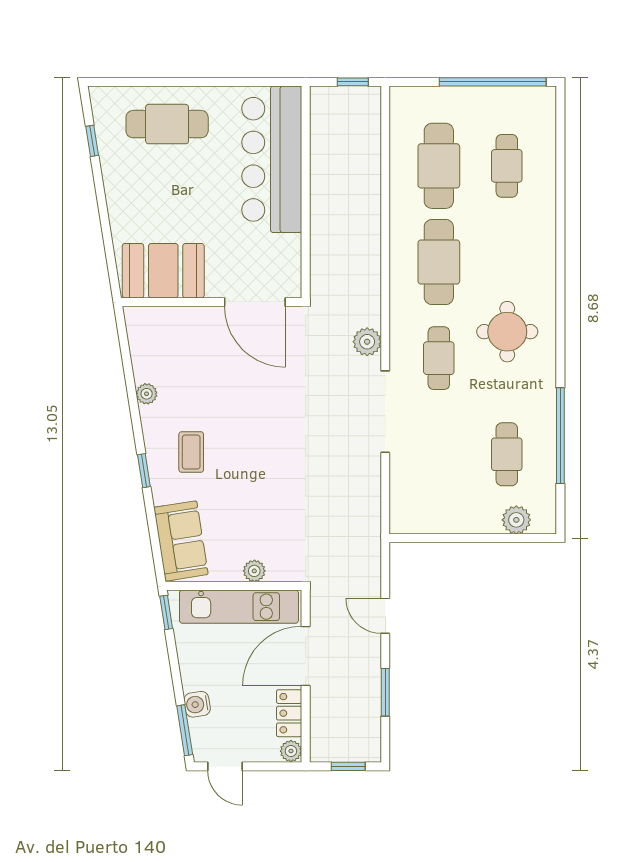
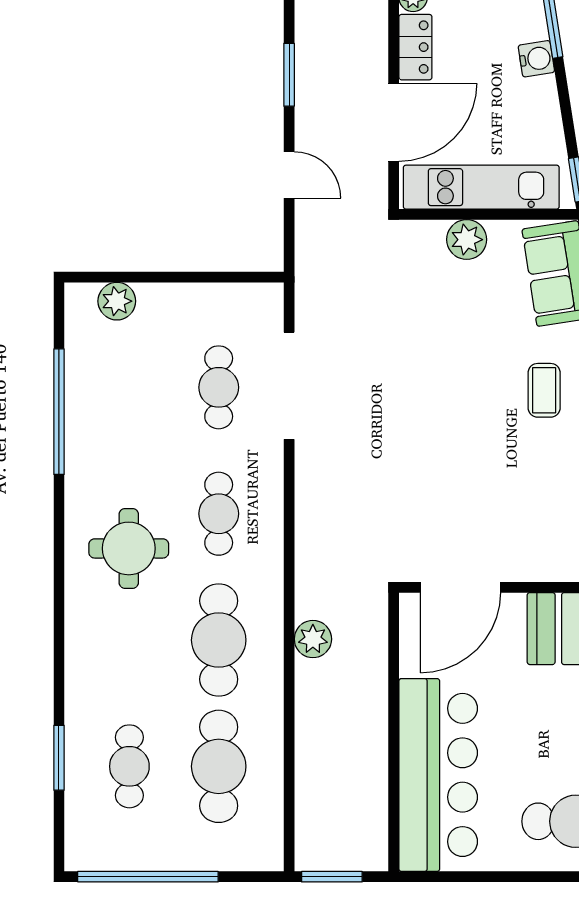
window: (353, 82) -> (332, 877), width x1.50
window: (560, 172) -> (59, 758), added
door: (255, 302) -> (460, 587), swing flipped
plant: (367, 342) -> (313, 639), moved
doorway: (385, 412) -> (289, 386), moved
cafe table: (507, 454) -> (219, 387), moved
plant: (254, 571) -> (467, 240), width x1.38, depth x1.38

